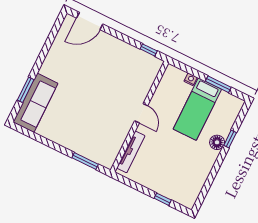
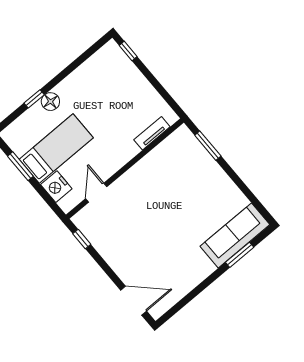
nightstand: (191, 79) -> (56, 187), width x1.89, depth x1.79
door: (141, 113) -> (96, 193), moved
tv unit: (131, 152) -> (152, 133), width x0.71
window: (163, 199) -> (128, 51), moved

